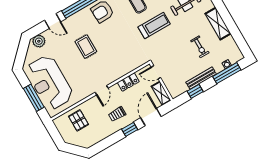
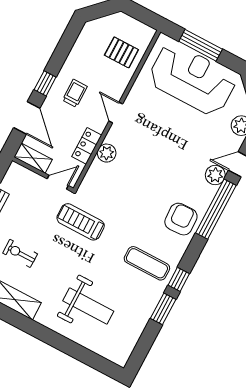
plant: (69, 23) -> (215, 175), added
treadmill: (154, 25) -> (81, 222), moved, turned 90
rug: (86, 47) -> (174, 158), removed
plant: (120, 72) -> (107, 153), added

